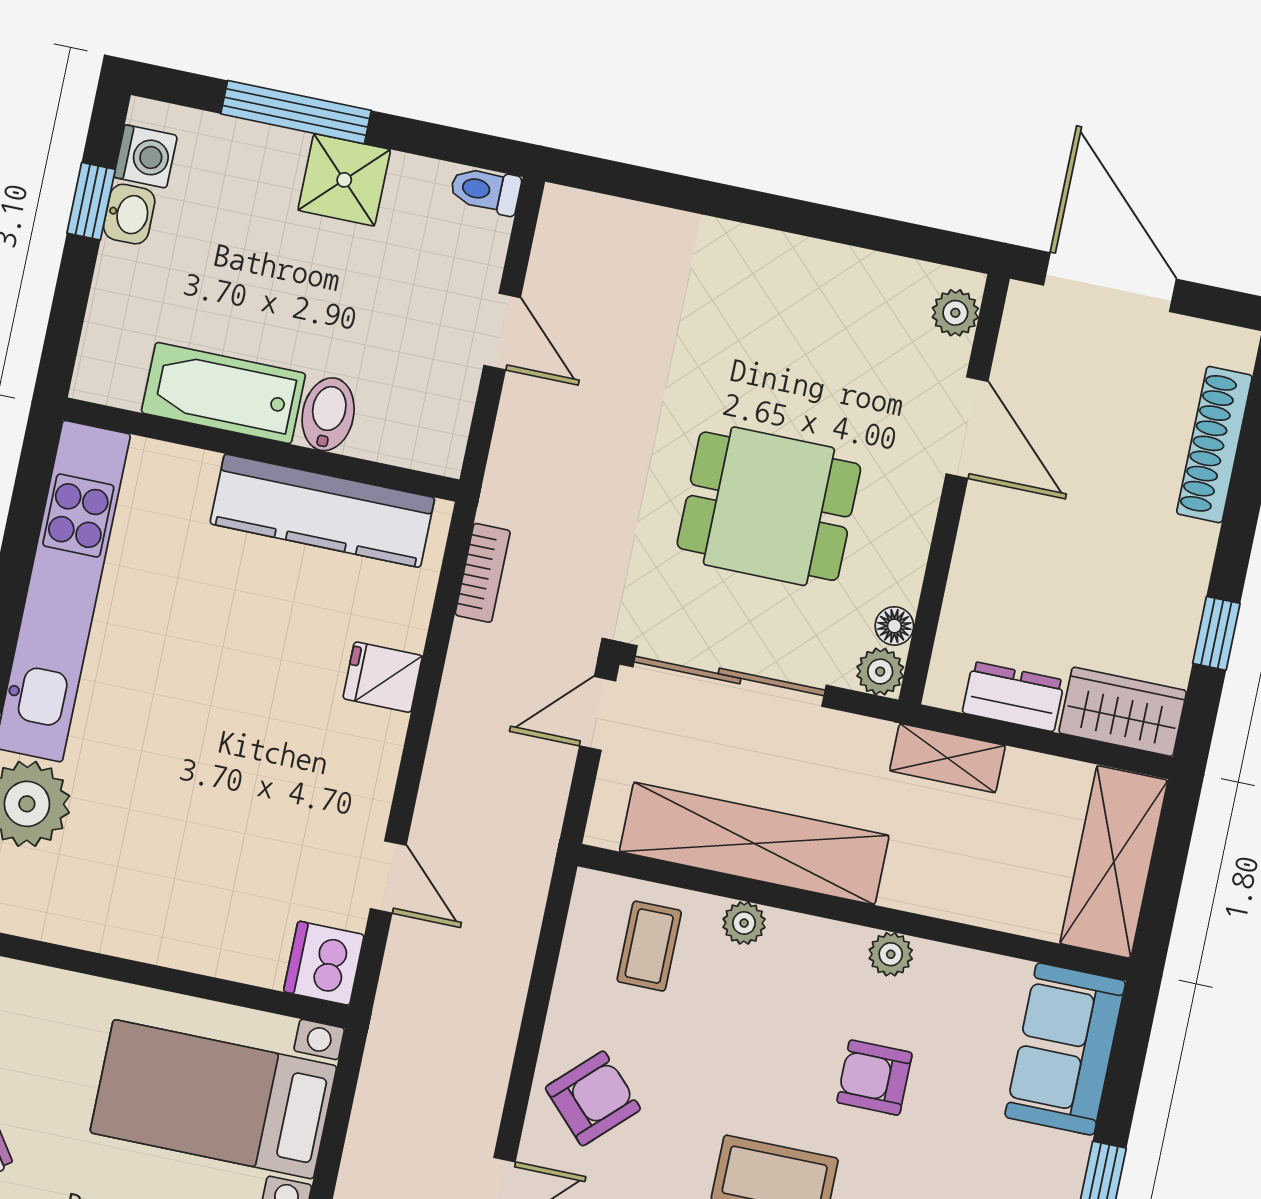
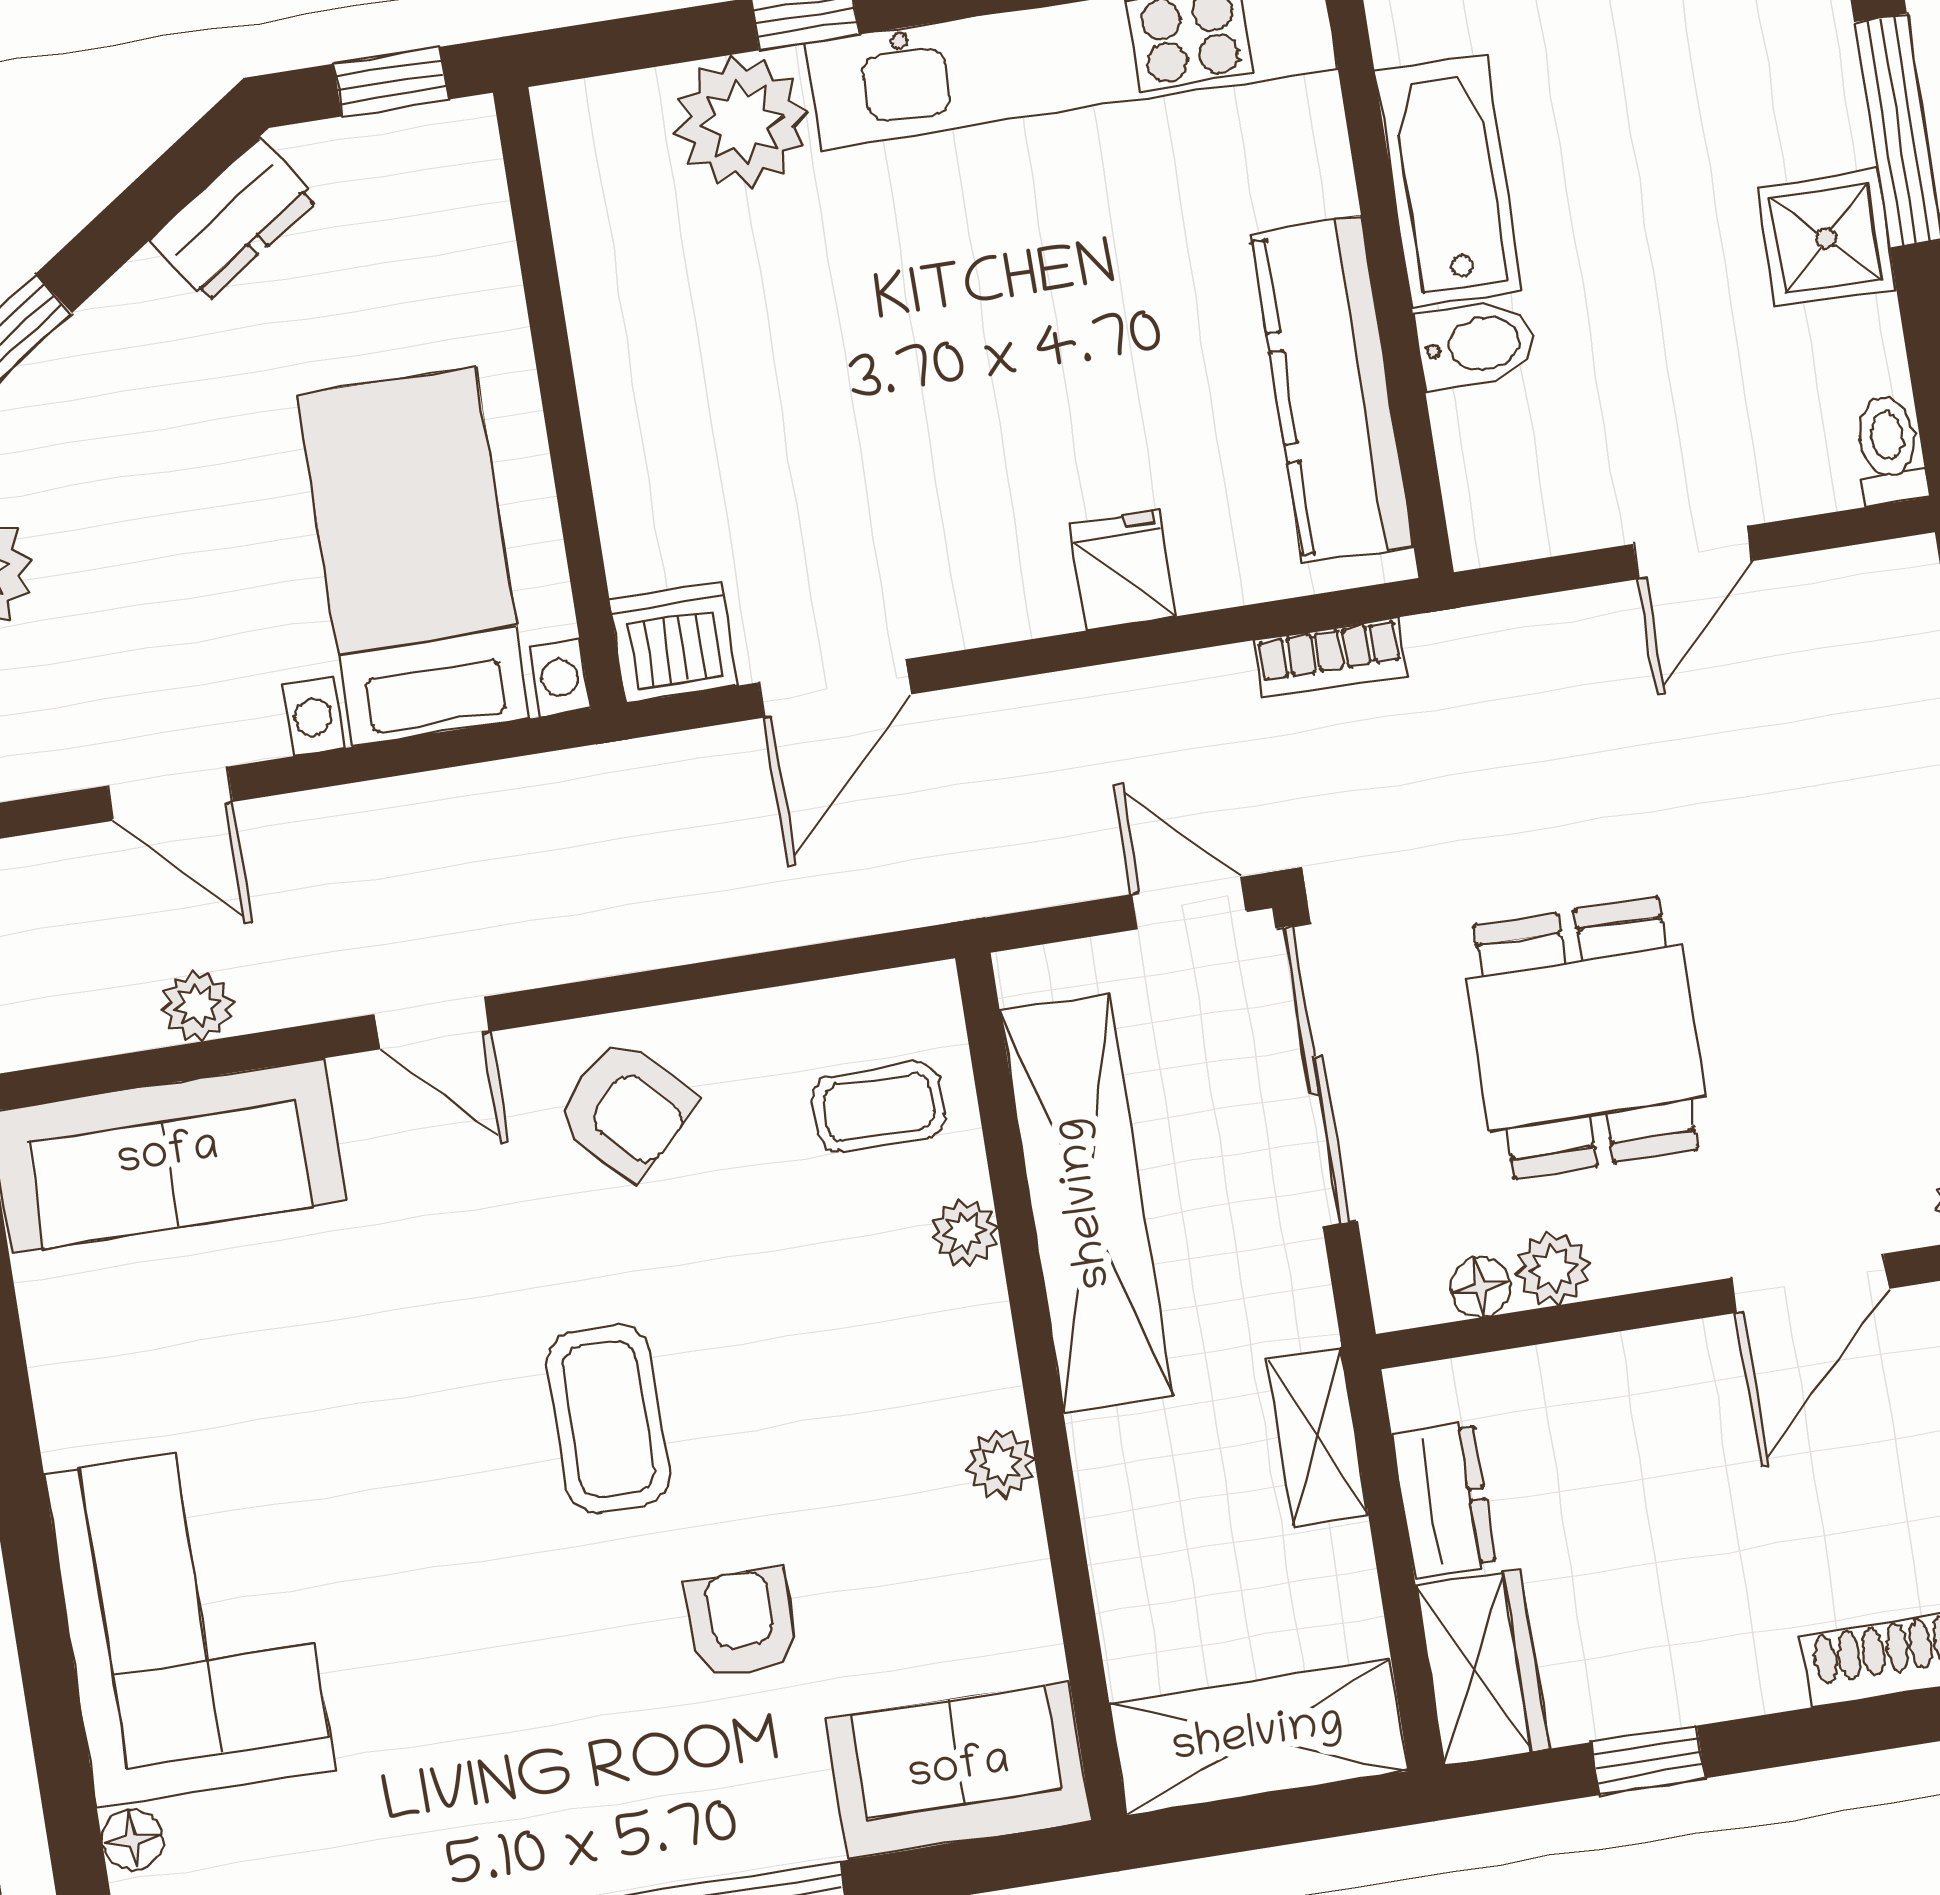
plant: (880, 672) -> (1553, 1268), moved
door: (388, 877) -> (835, 688), width x1.38
armchair: (874, 1078) -> (742, 1623), moved

